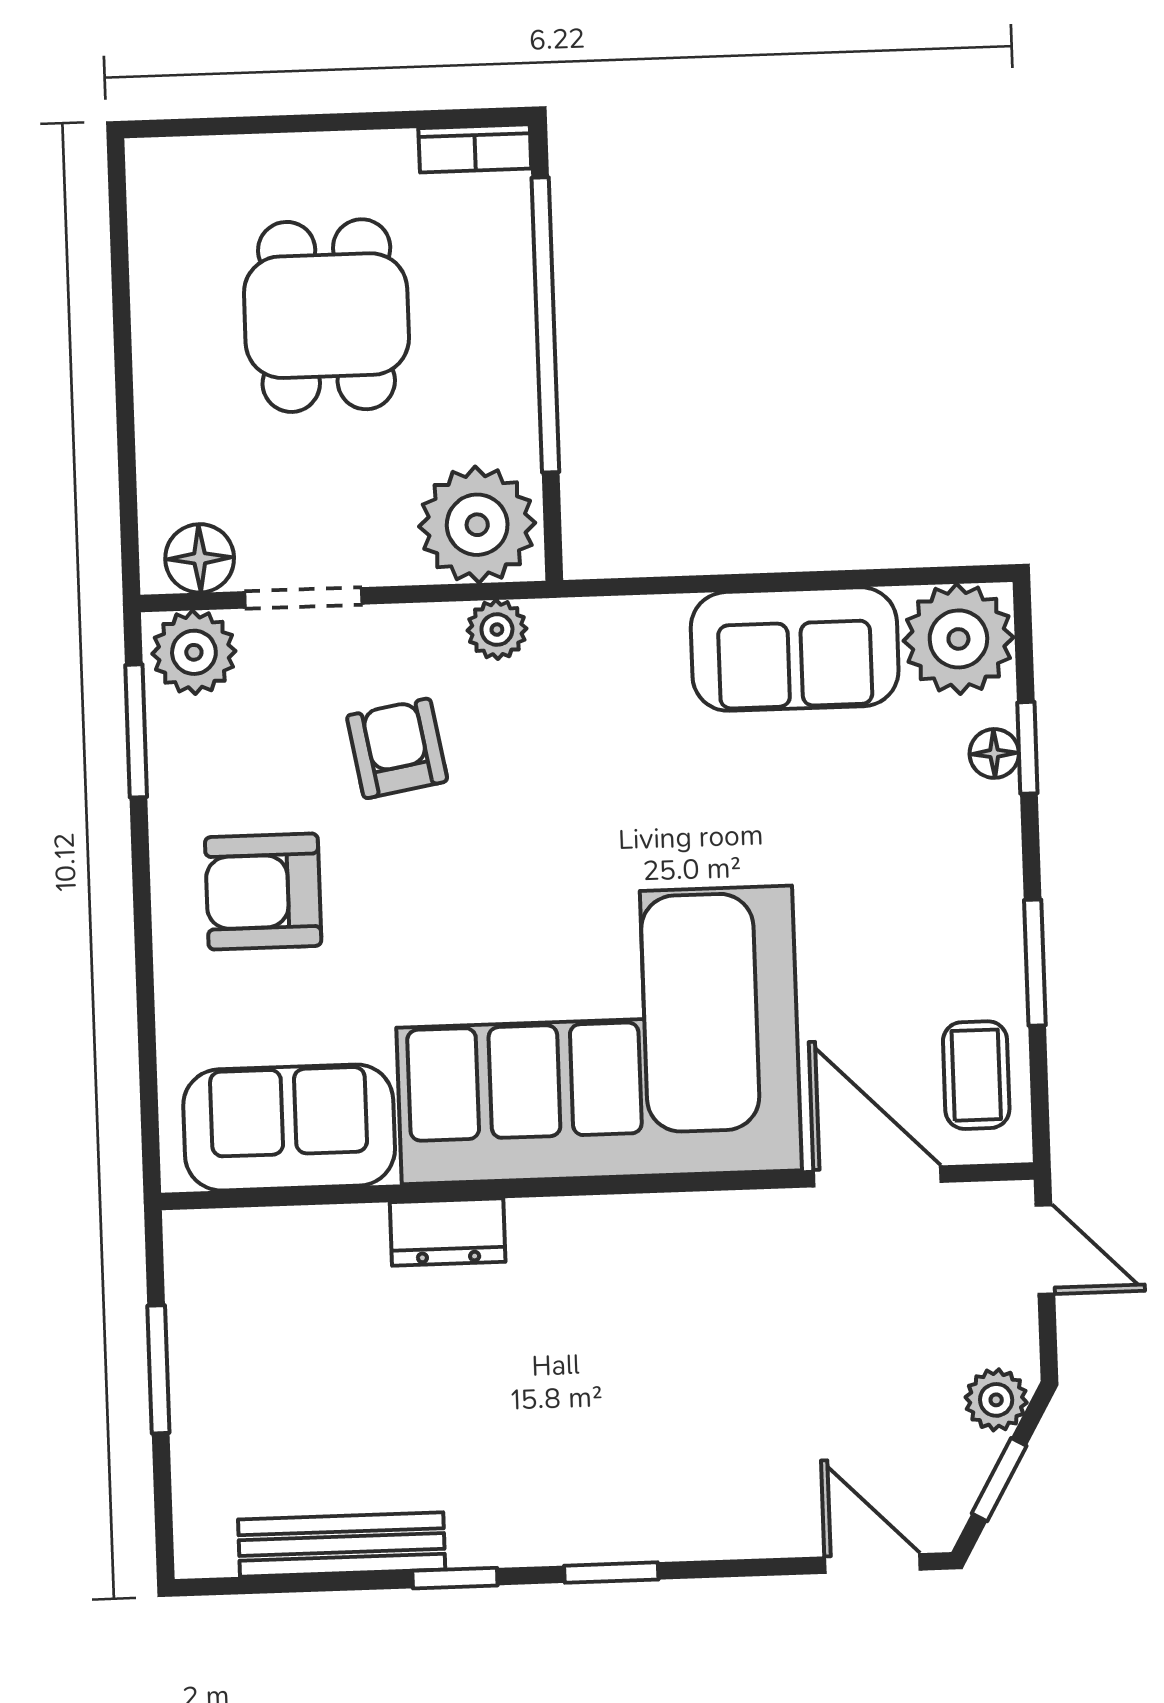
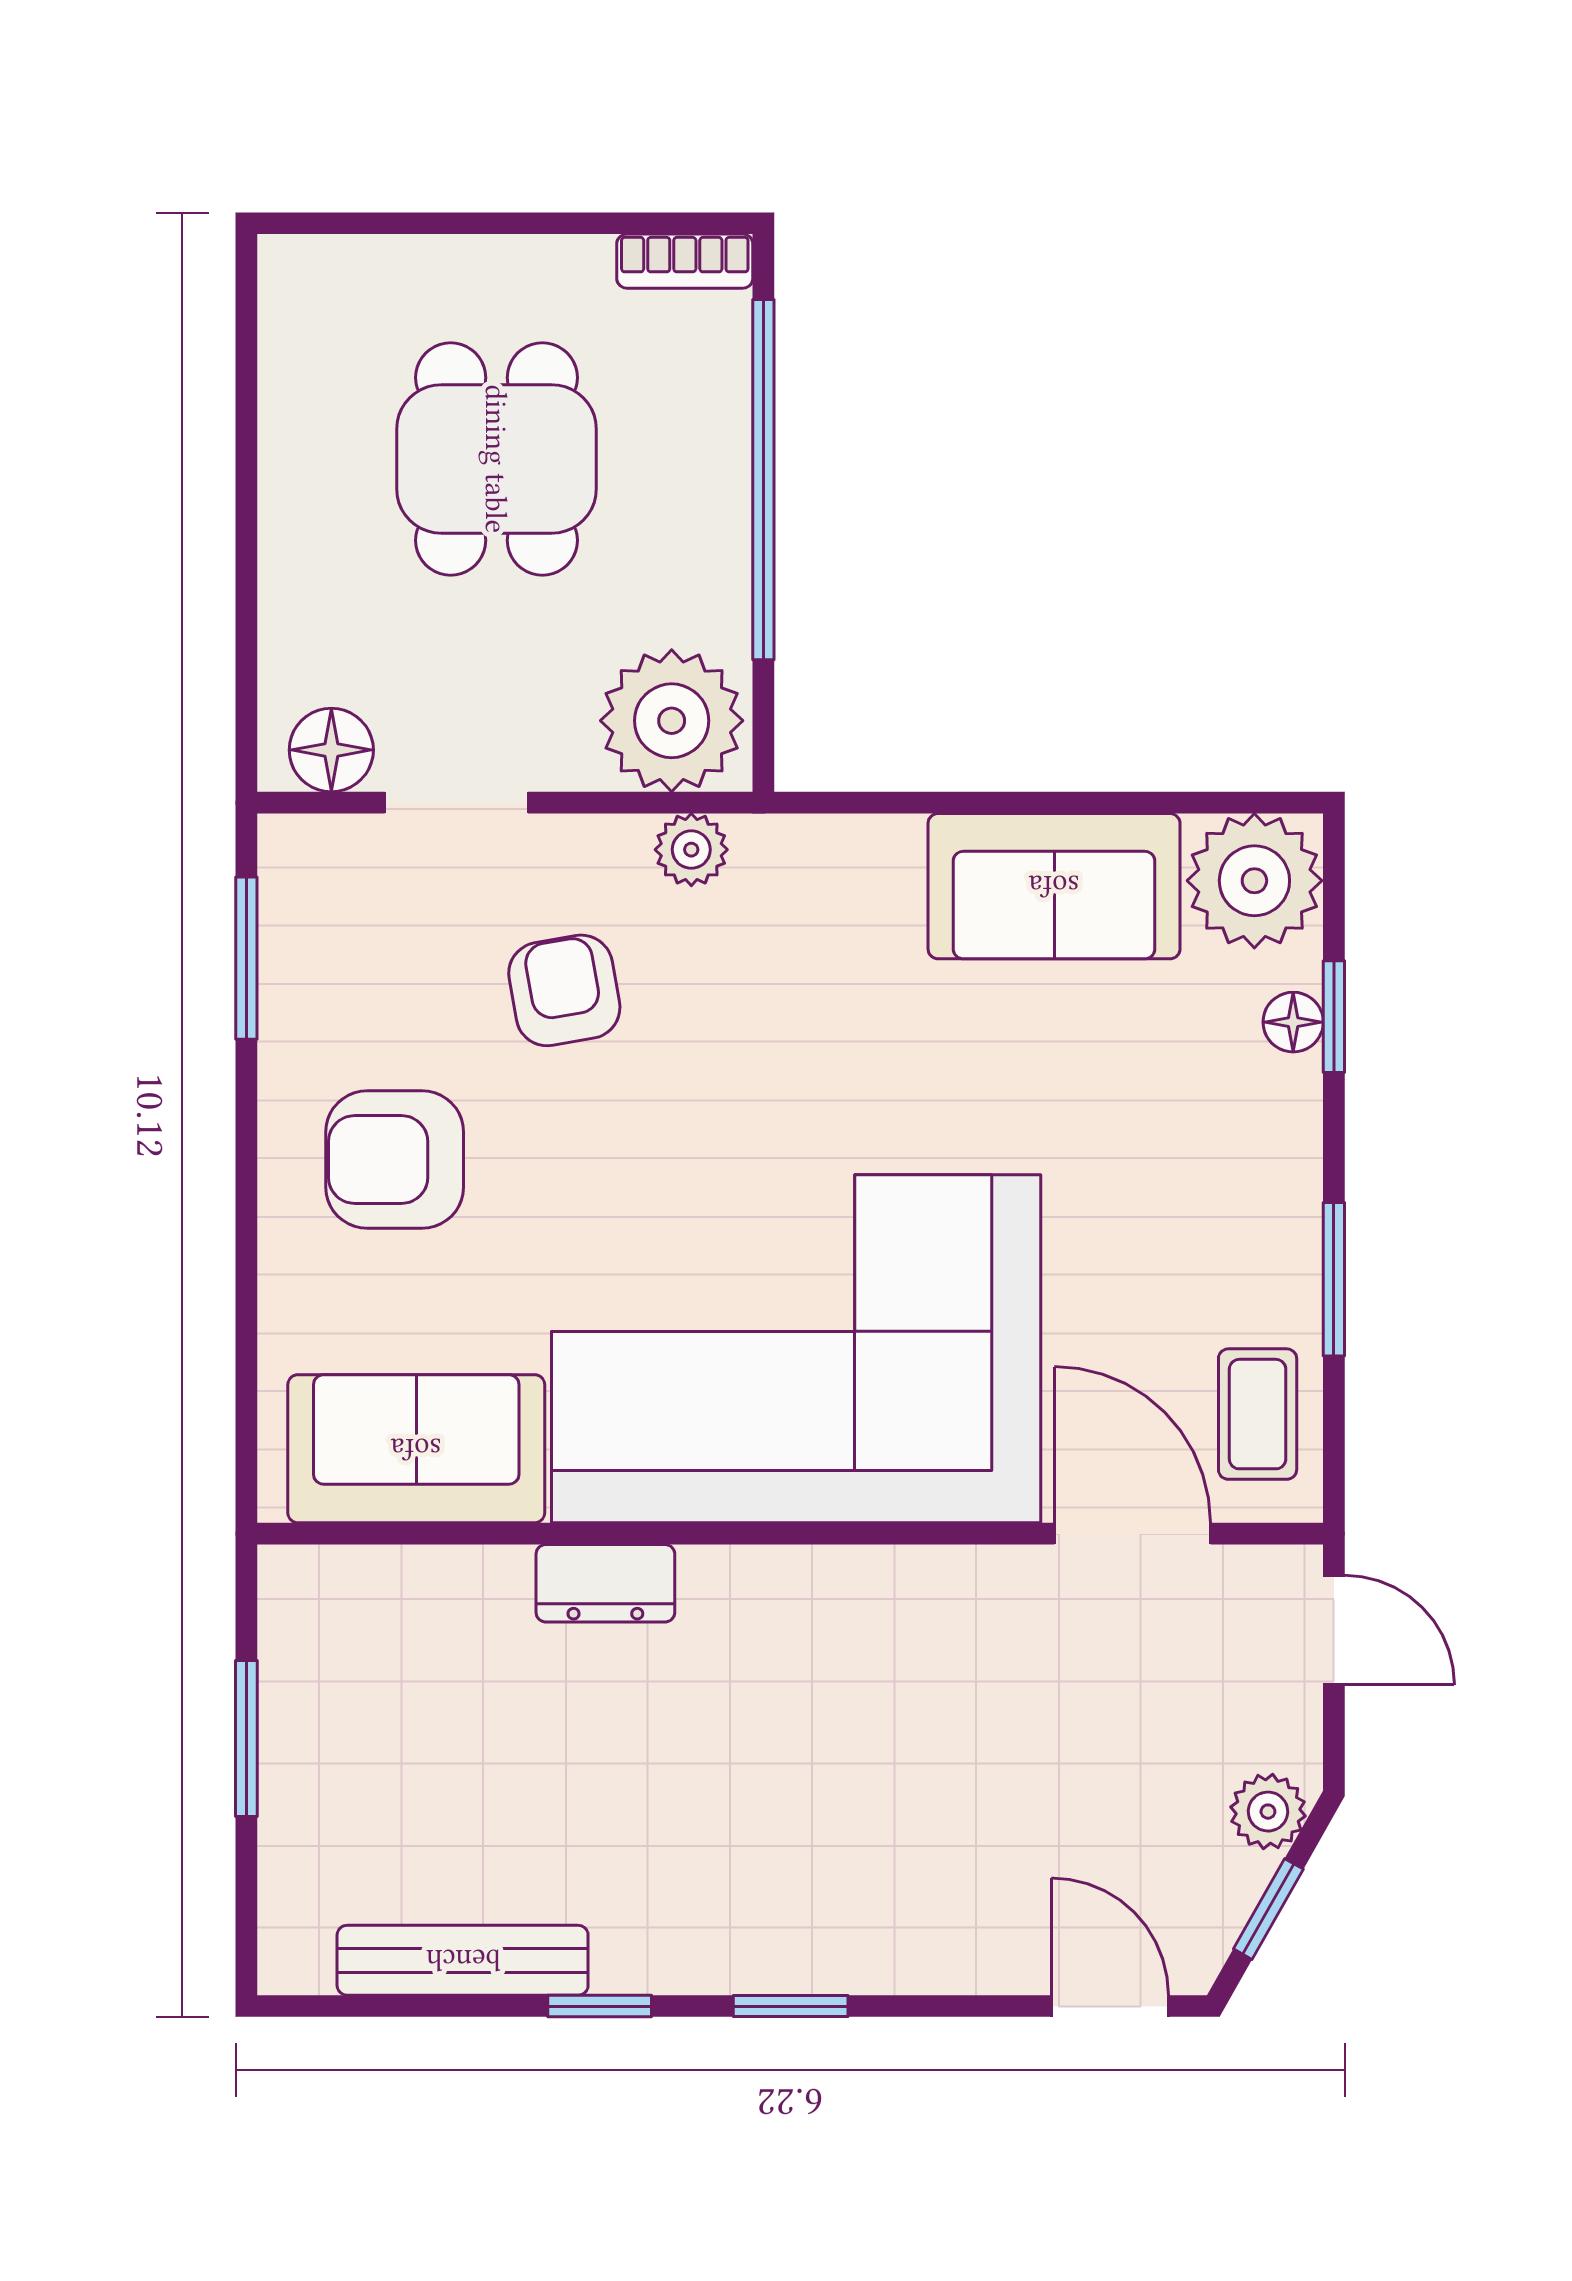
plant: (194, 652) -> (320, 864), removed

